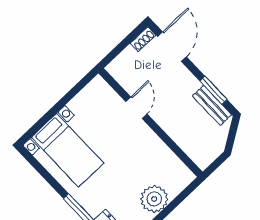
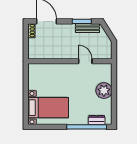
door: (136, 108) -> (85, 61), moved

